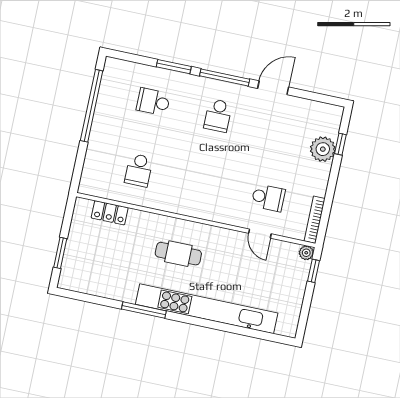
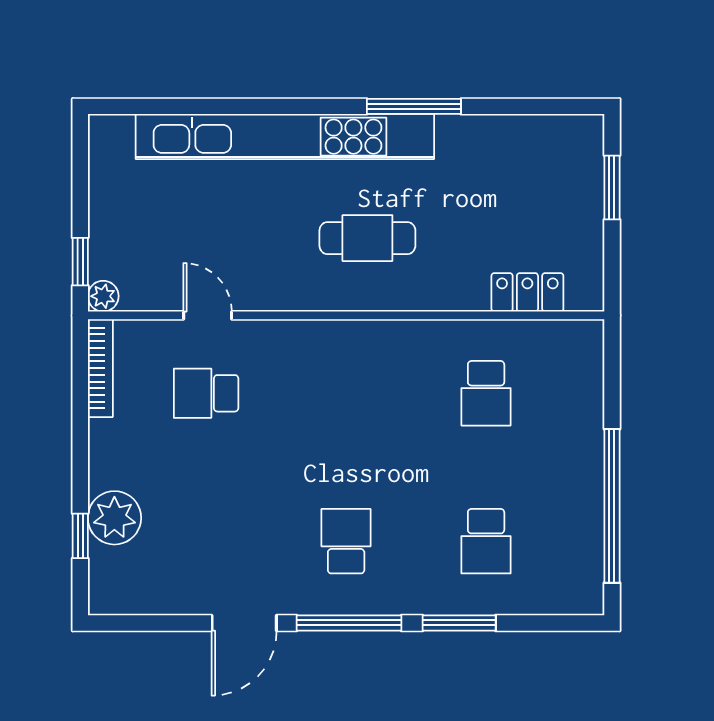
school desk: (153, 102) -> (486, 541), turned 90
school desk: (139, 170) -> (486, 393), turned 180

